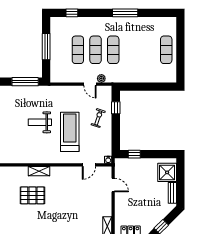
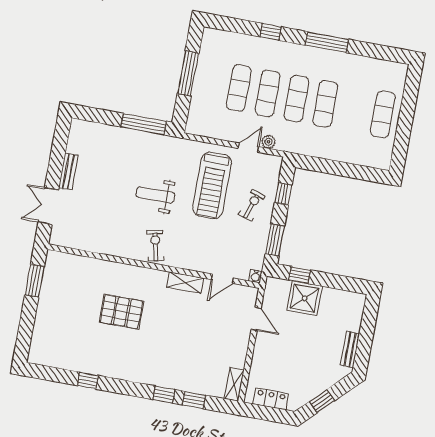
window: (72, 13) -> (271, 32), moved
exercise mat: (131, 50) -> (325, 104), added
door: (90, 84) -> (248, 148), swing flipped
treadmill: (70, 132) -> (212, 185), moved, turned 180
window: (116, 136) -> (275, 240), added
exercise bike: (45, 152) -> (155, 246), added
shelving: (39, 171) -> (185, 282), moved
shower: (167, 172) -> (305, 298), moved

